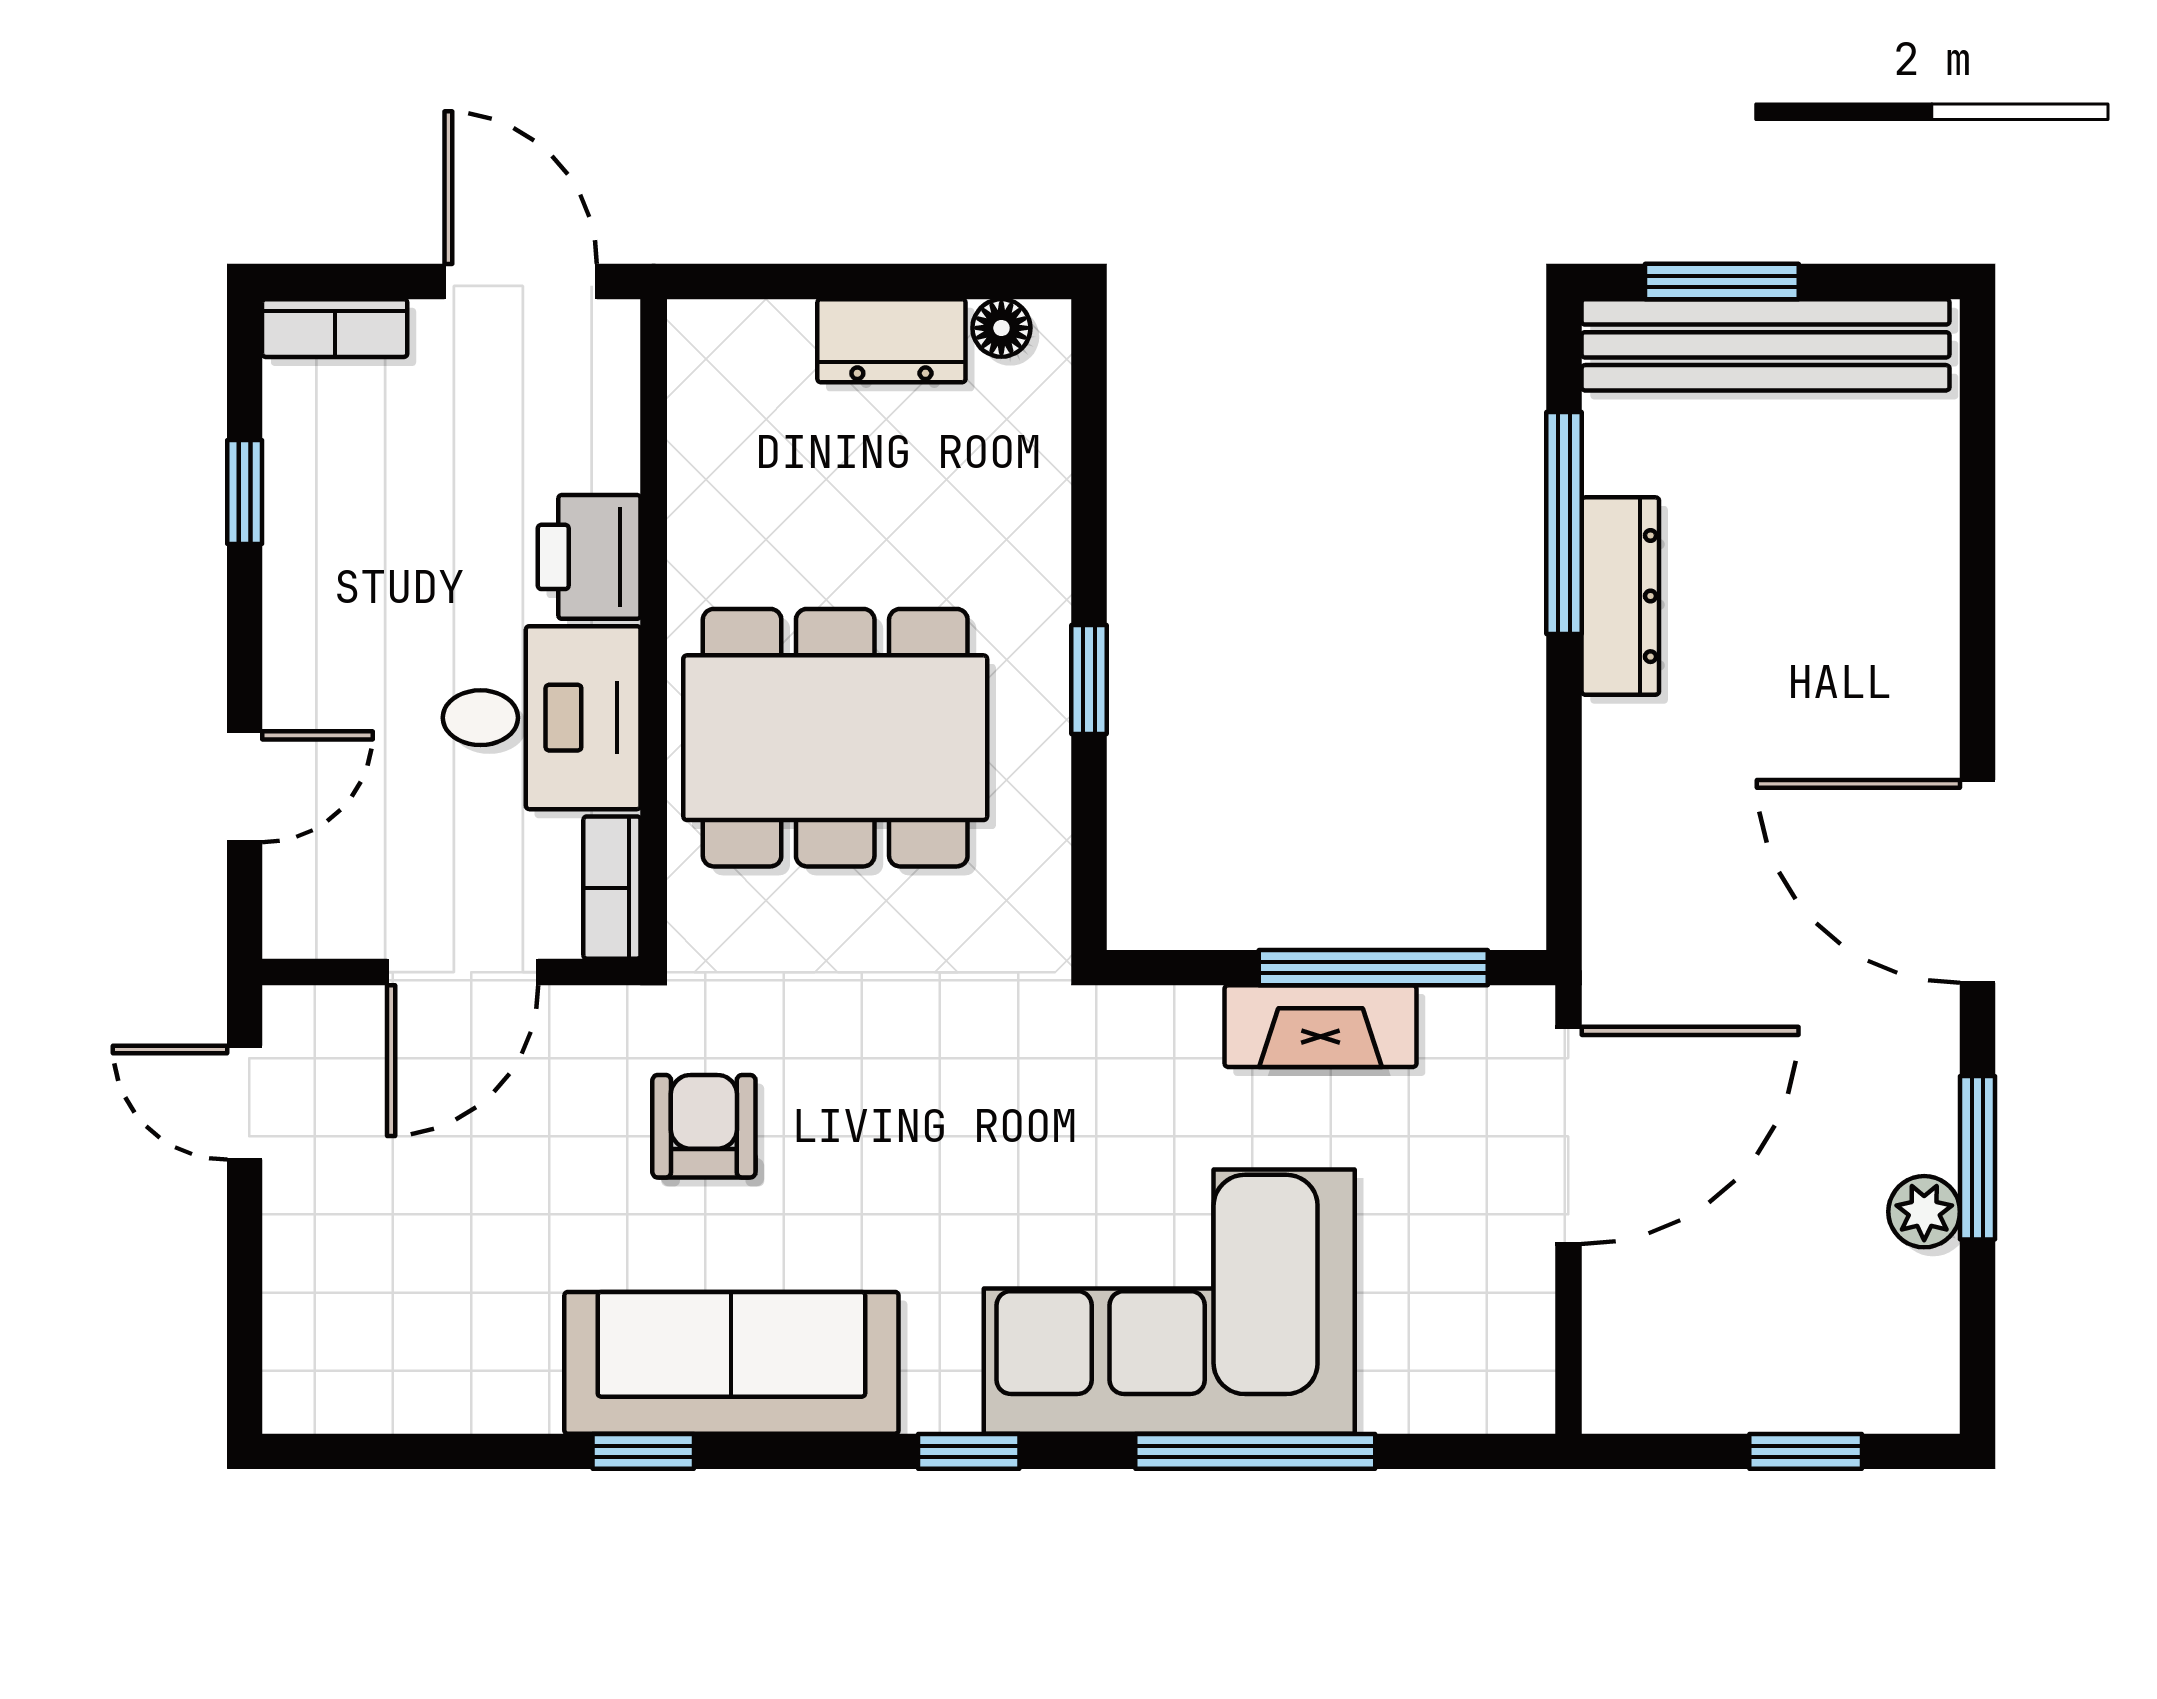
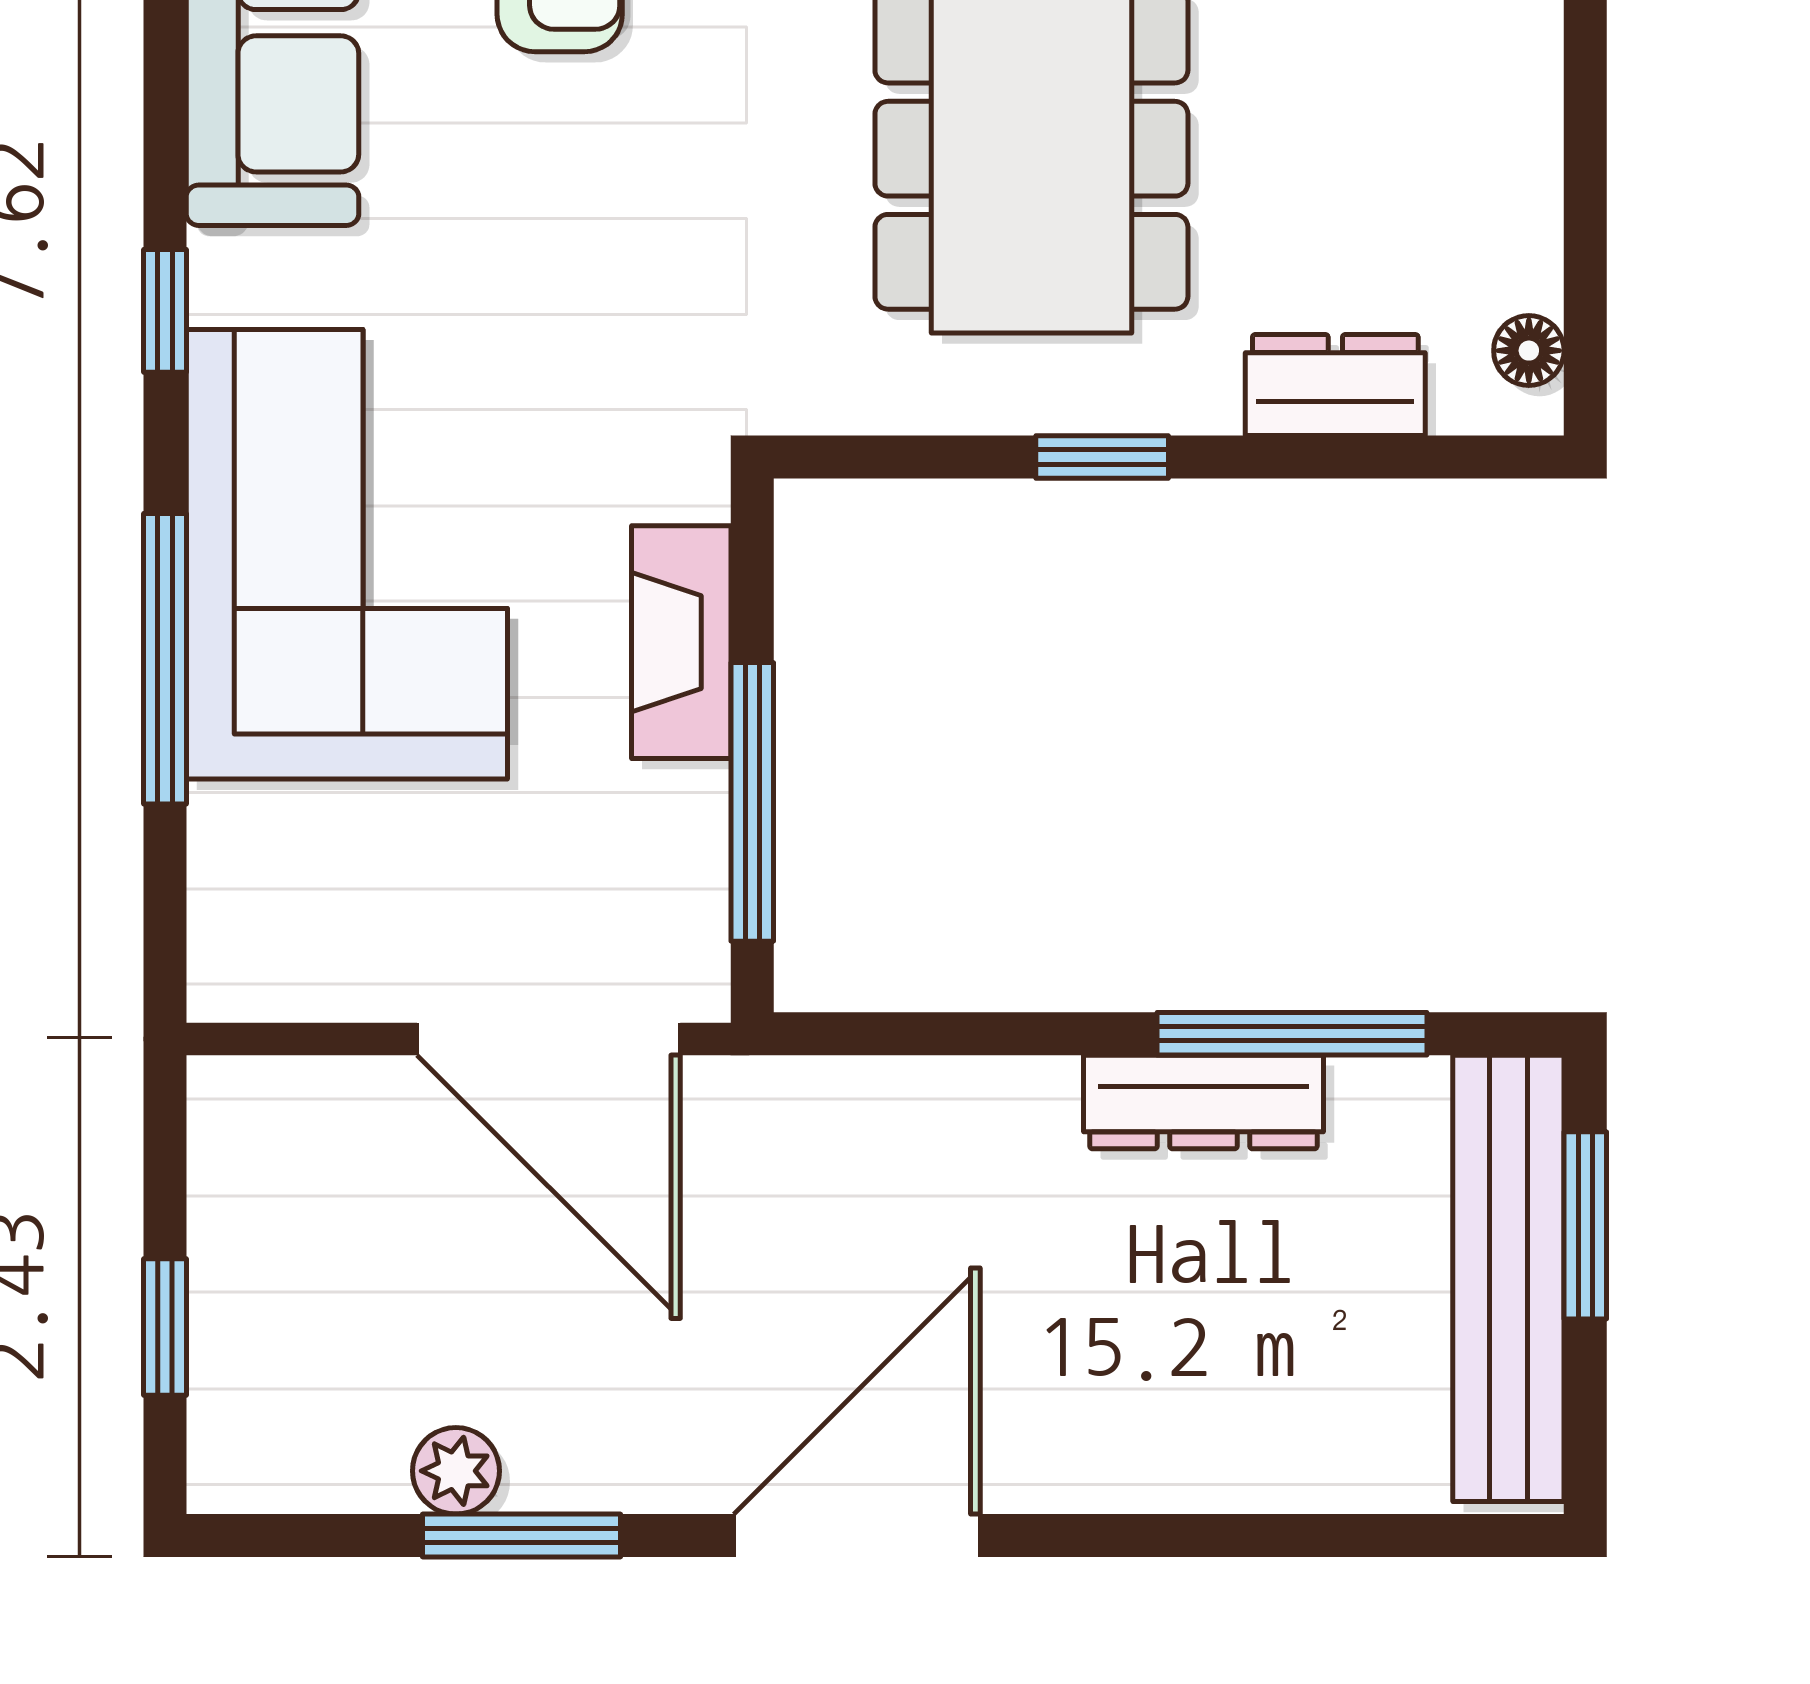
dresser: (891, 341) -> (1335, 385), moved, turned 90
fireplace: (1321, 1026) -> (681, 642), moved

